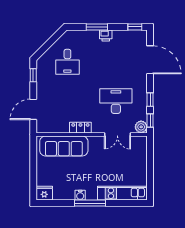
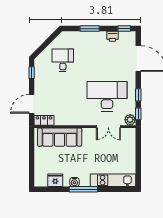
printer: (106, 35) -> (112, 36), moved
desk: (67, 62) -> (63, 60), turned 180
desk: (116, 101) -> (107, 96), width x1.36, depth x1.30
locker: (80, 128) -> (44, 120), moved
fridge: (44, 193) -> (55, 180), moved

